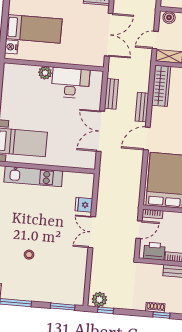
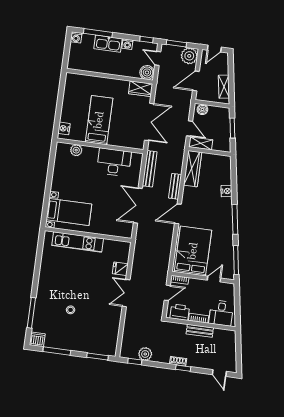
bed: (34, 29) -> (99, 120), moved, turned -90
door: (155, 40) -> (189, 128), swing flipped
plant: (45, 73) -> (76, 150), moved
bench: (111, 94) -> (150, 169), width x1.36
plant: (99, 299) -> (145, 354), moved

